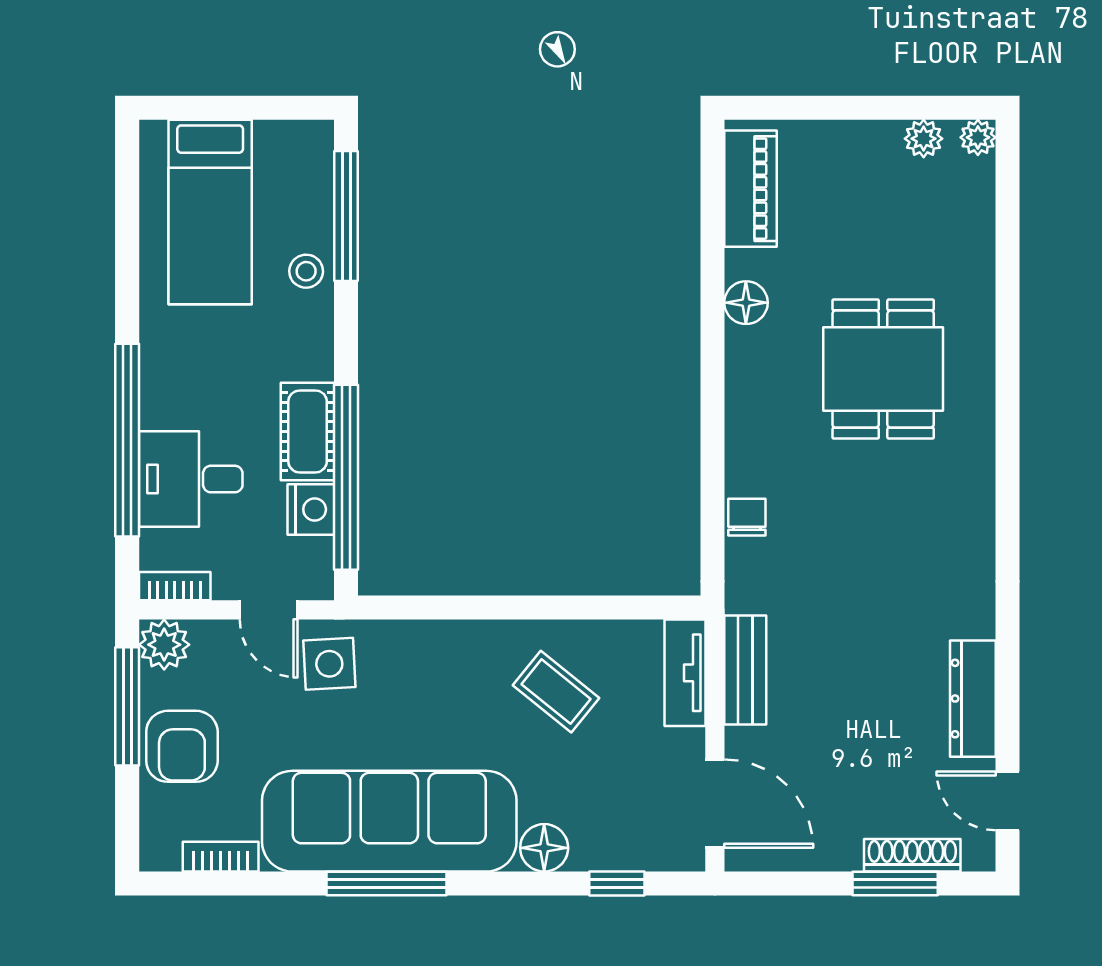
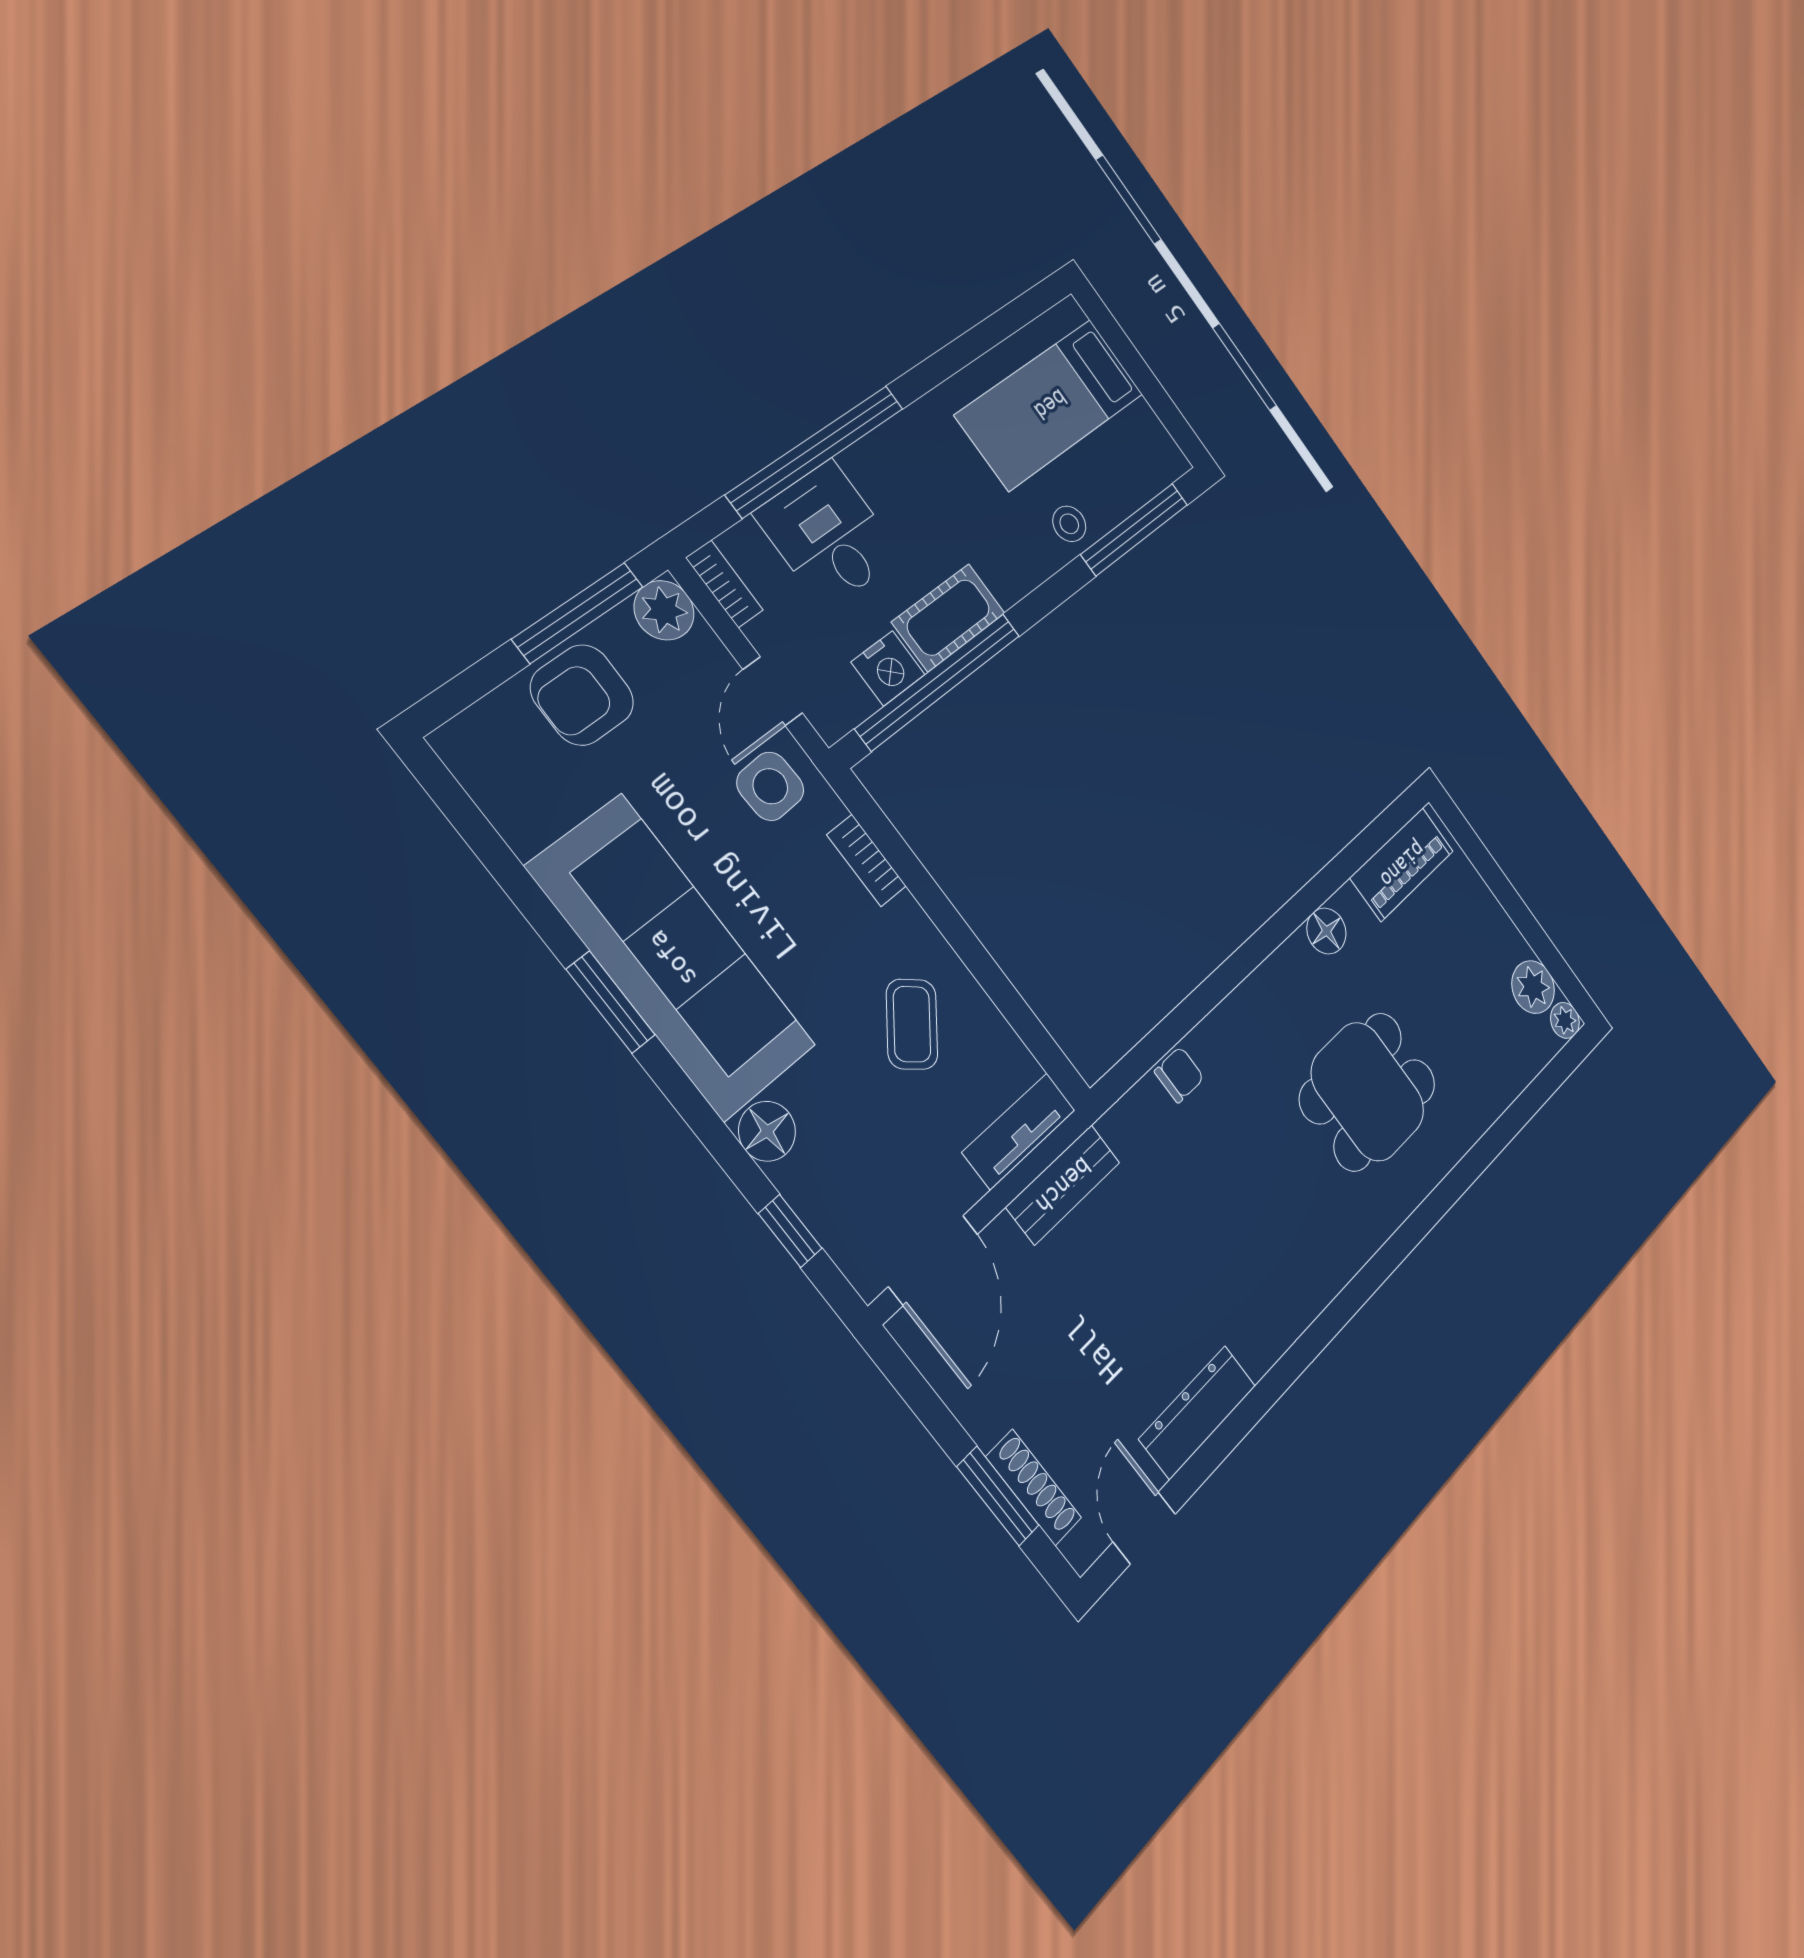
plant: (924, 139) -> (1533, 987), width x1.38, depth x1.38
bookcase: (221, 857) -> (867, 860), moved, turned 180
window: (387, 884) -> (611, 1002), width x0.69

